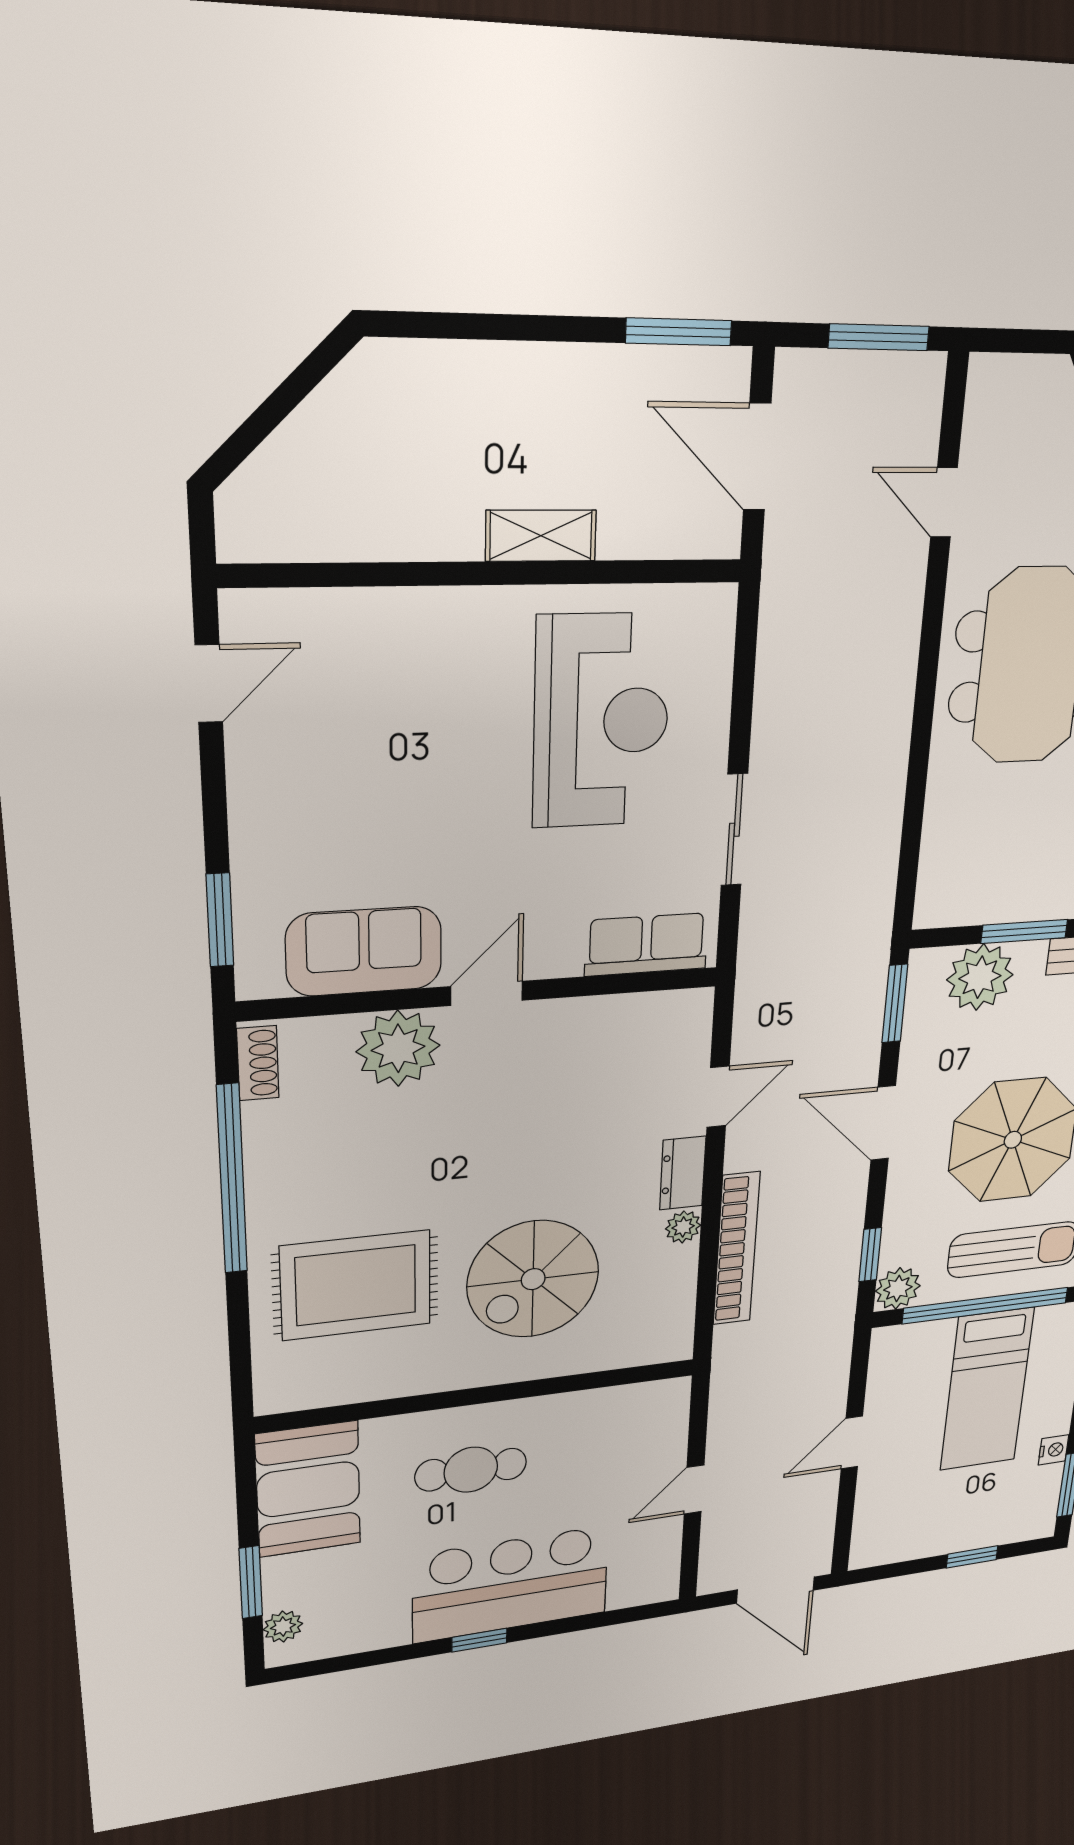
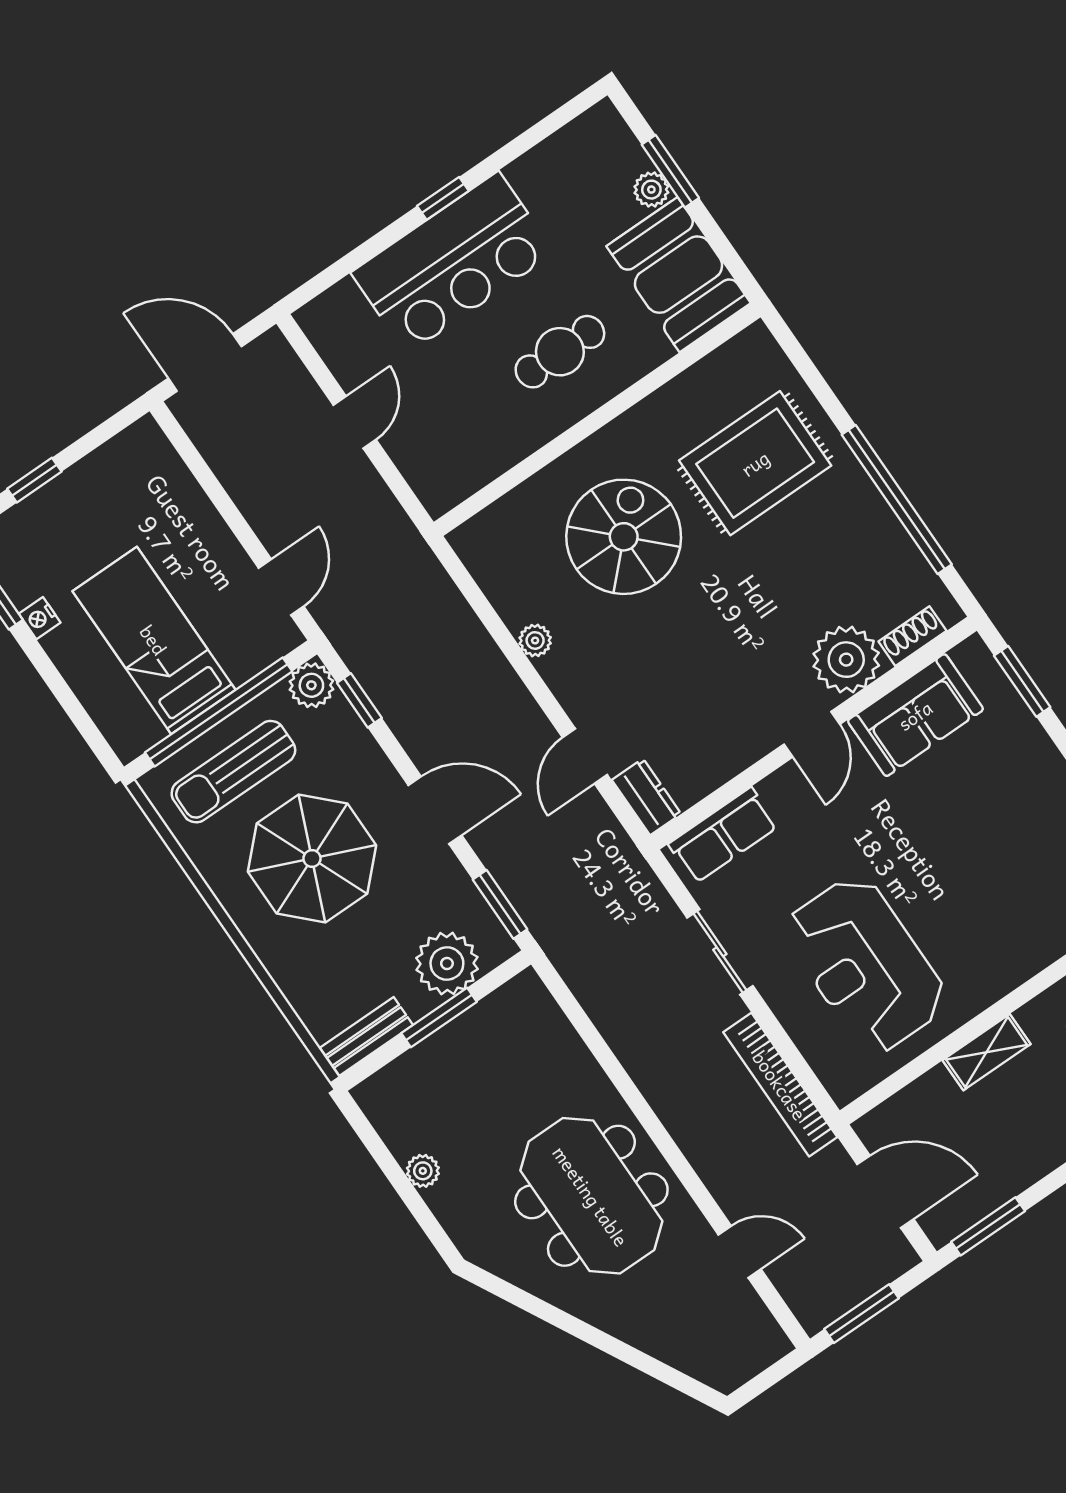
shoe rack: (258, 1063) -> (912, 636), moved, turned 90
dresser: (683, 1173) -> (647, 797), moved
bookcase: (736, 1249) -> (780, 1085), moved
door: (852, 1443) -> (281, 587), moved
plant: (283, 1627) -> (651, 190), moved

